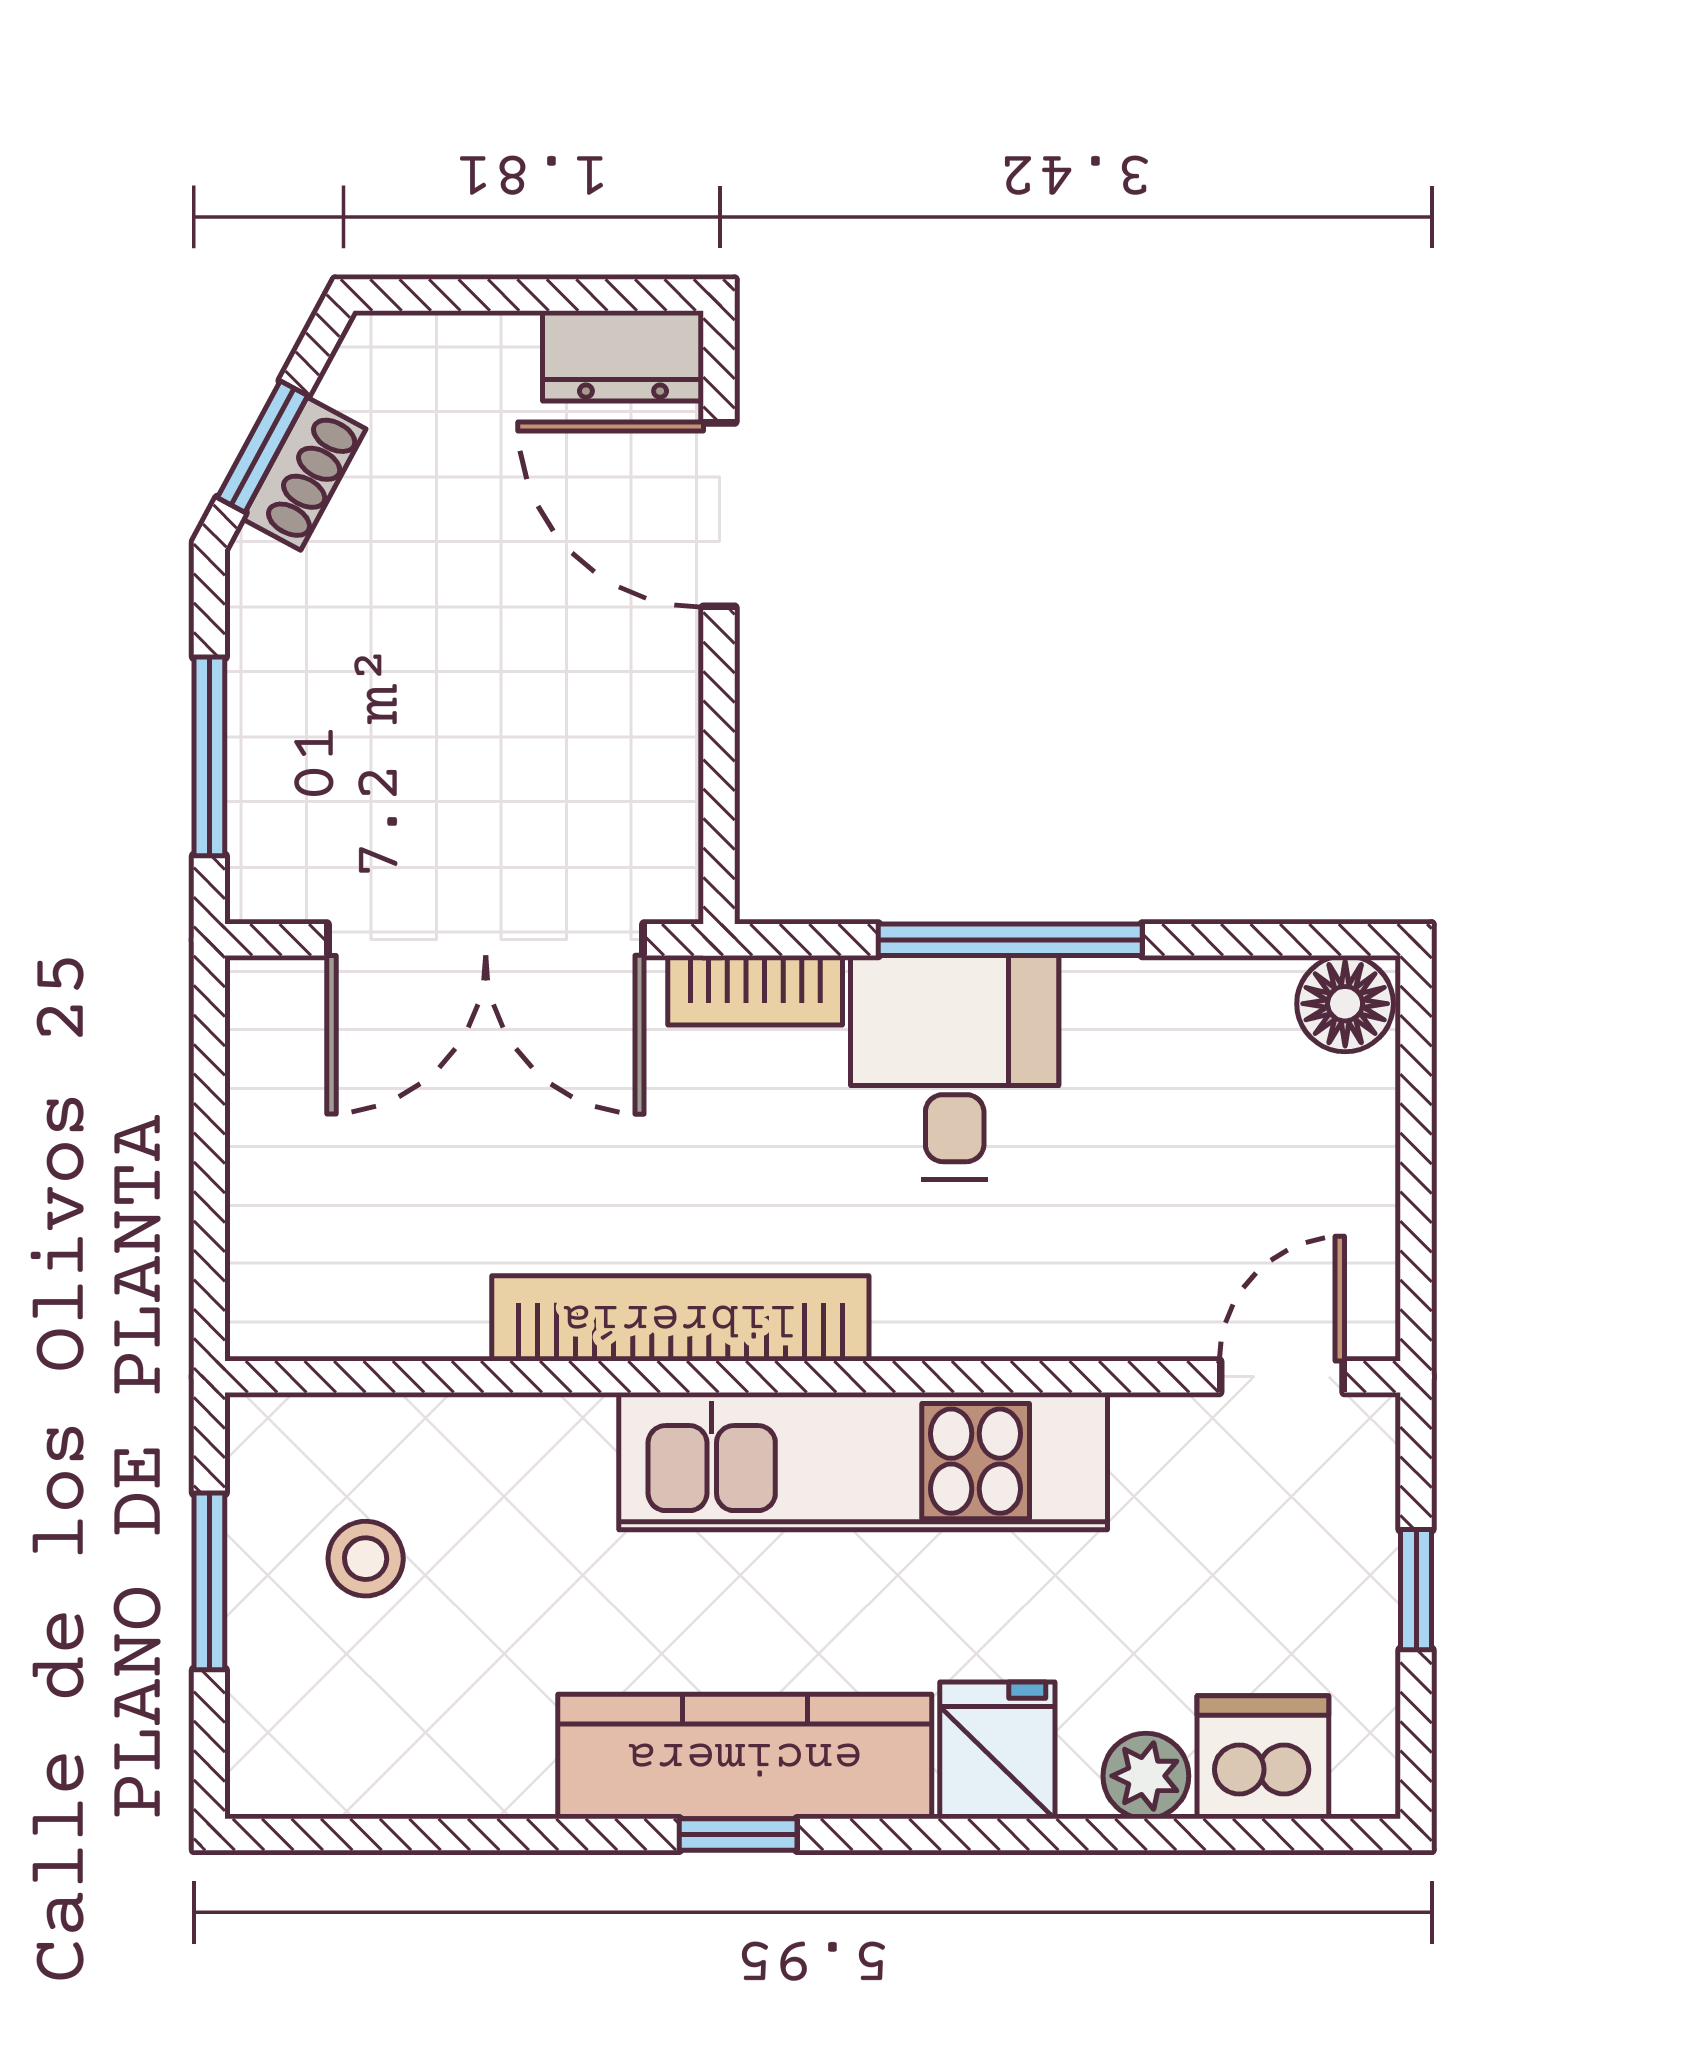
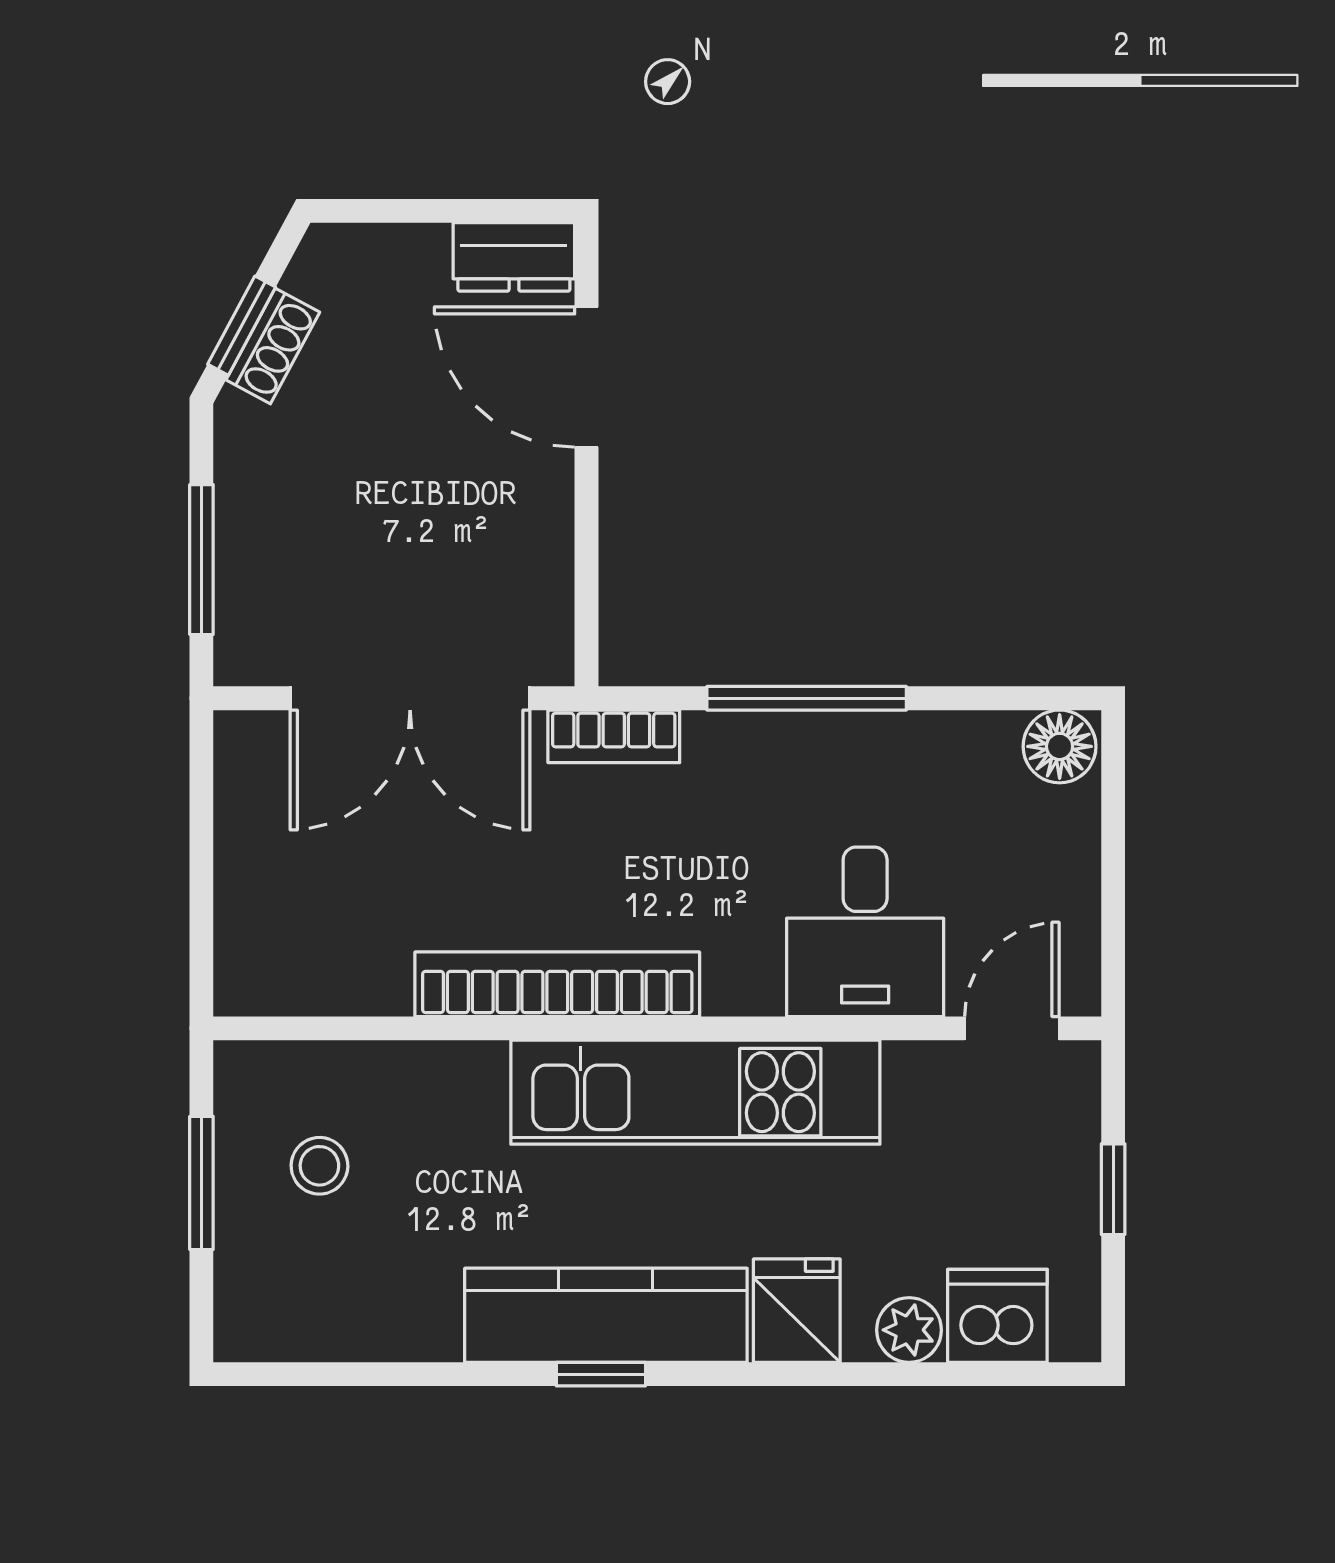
desk: (955, 1068) -> (865, 932), moved, turned 180

